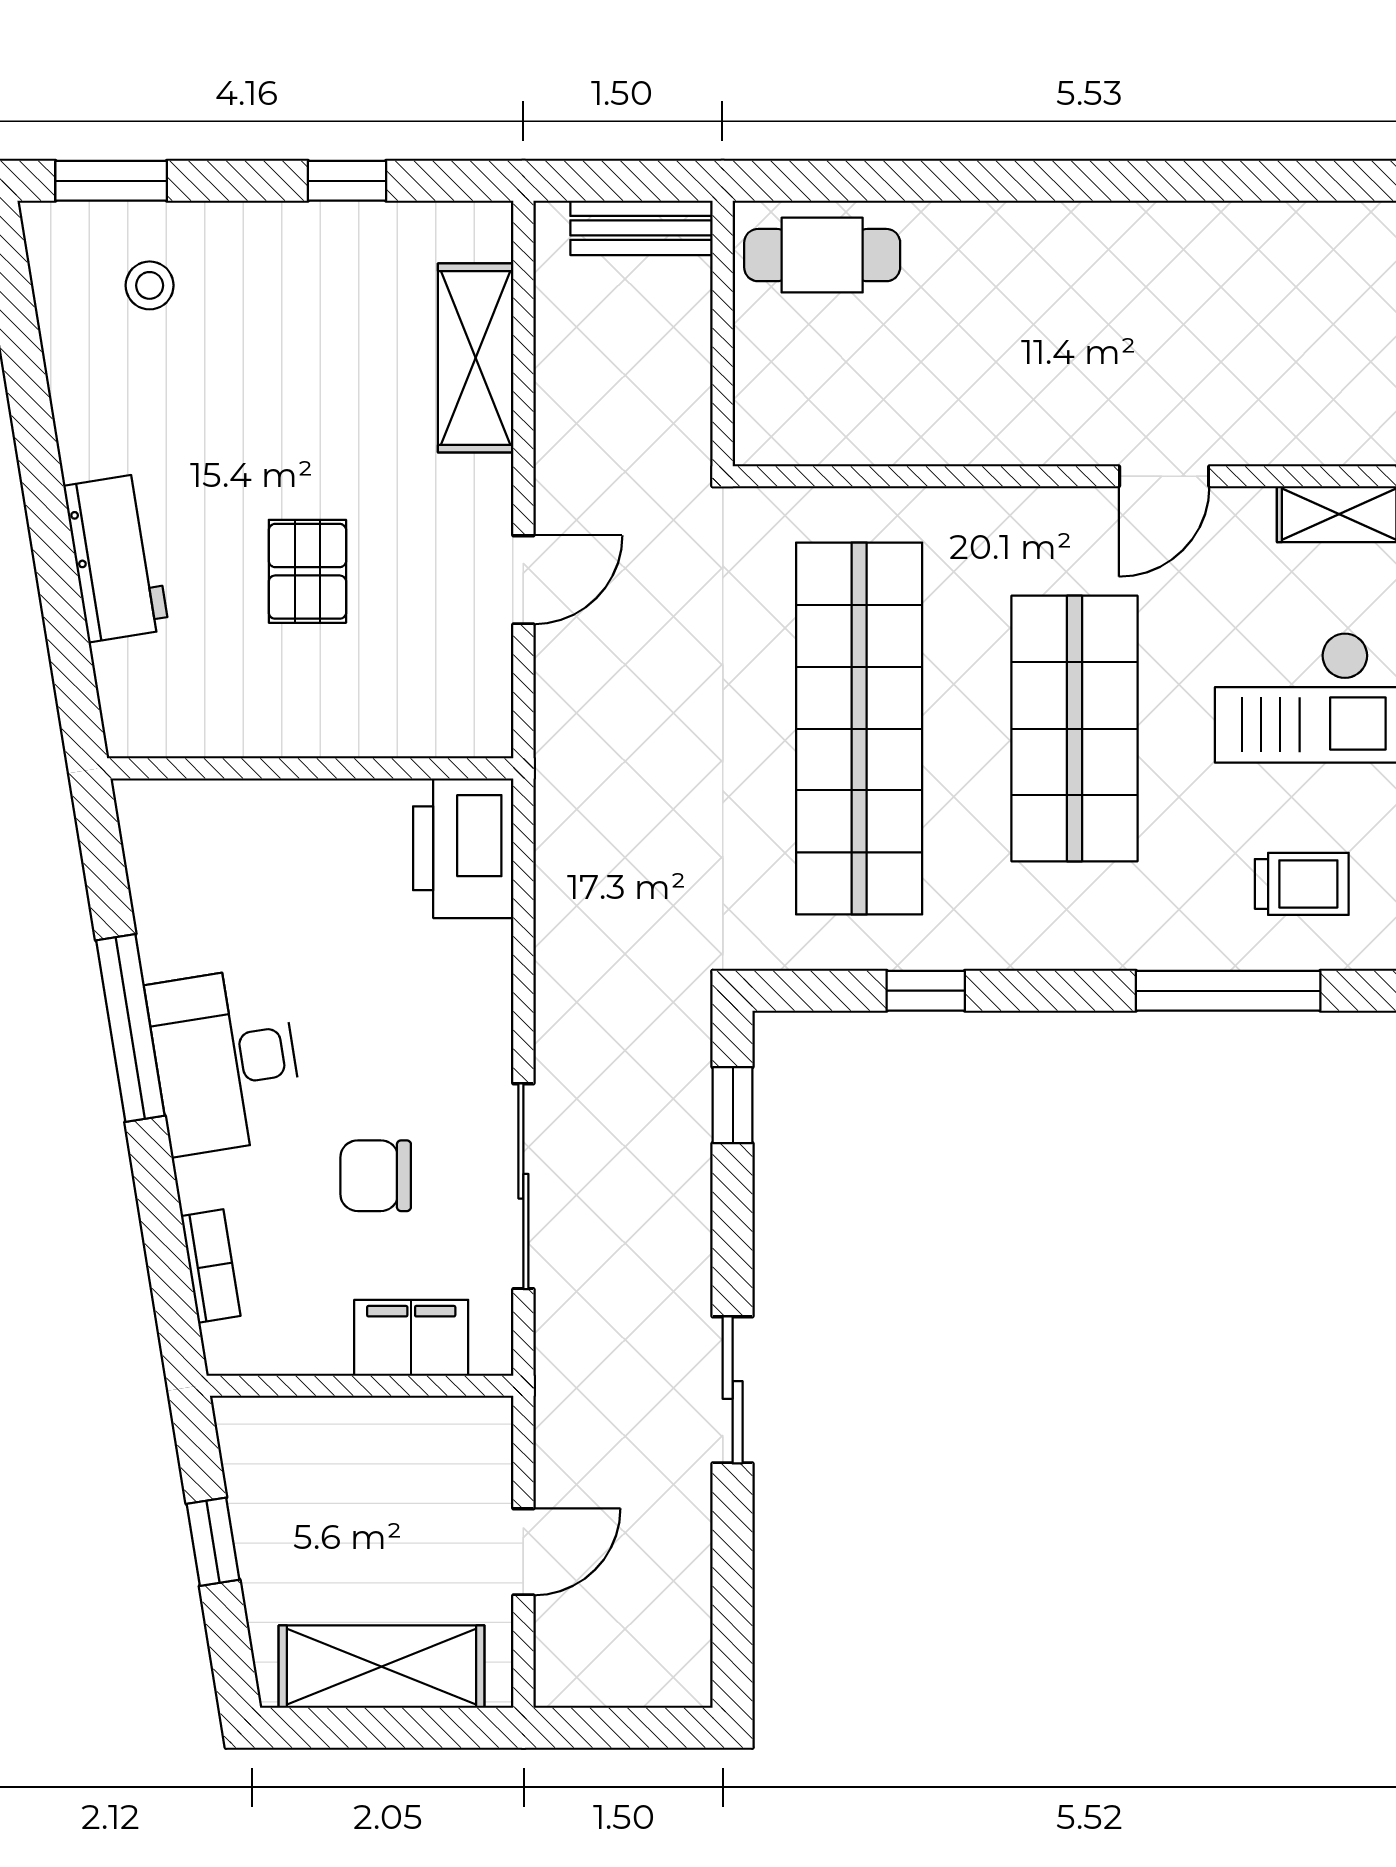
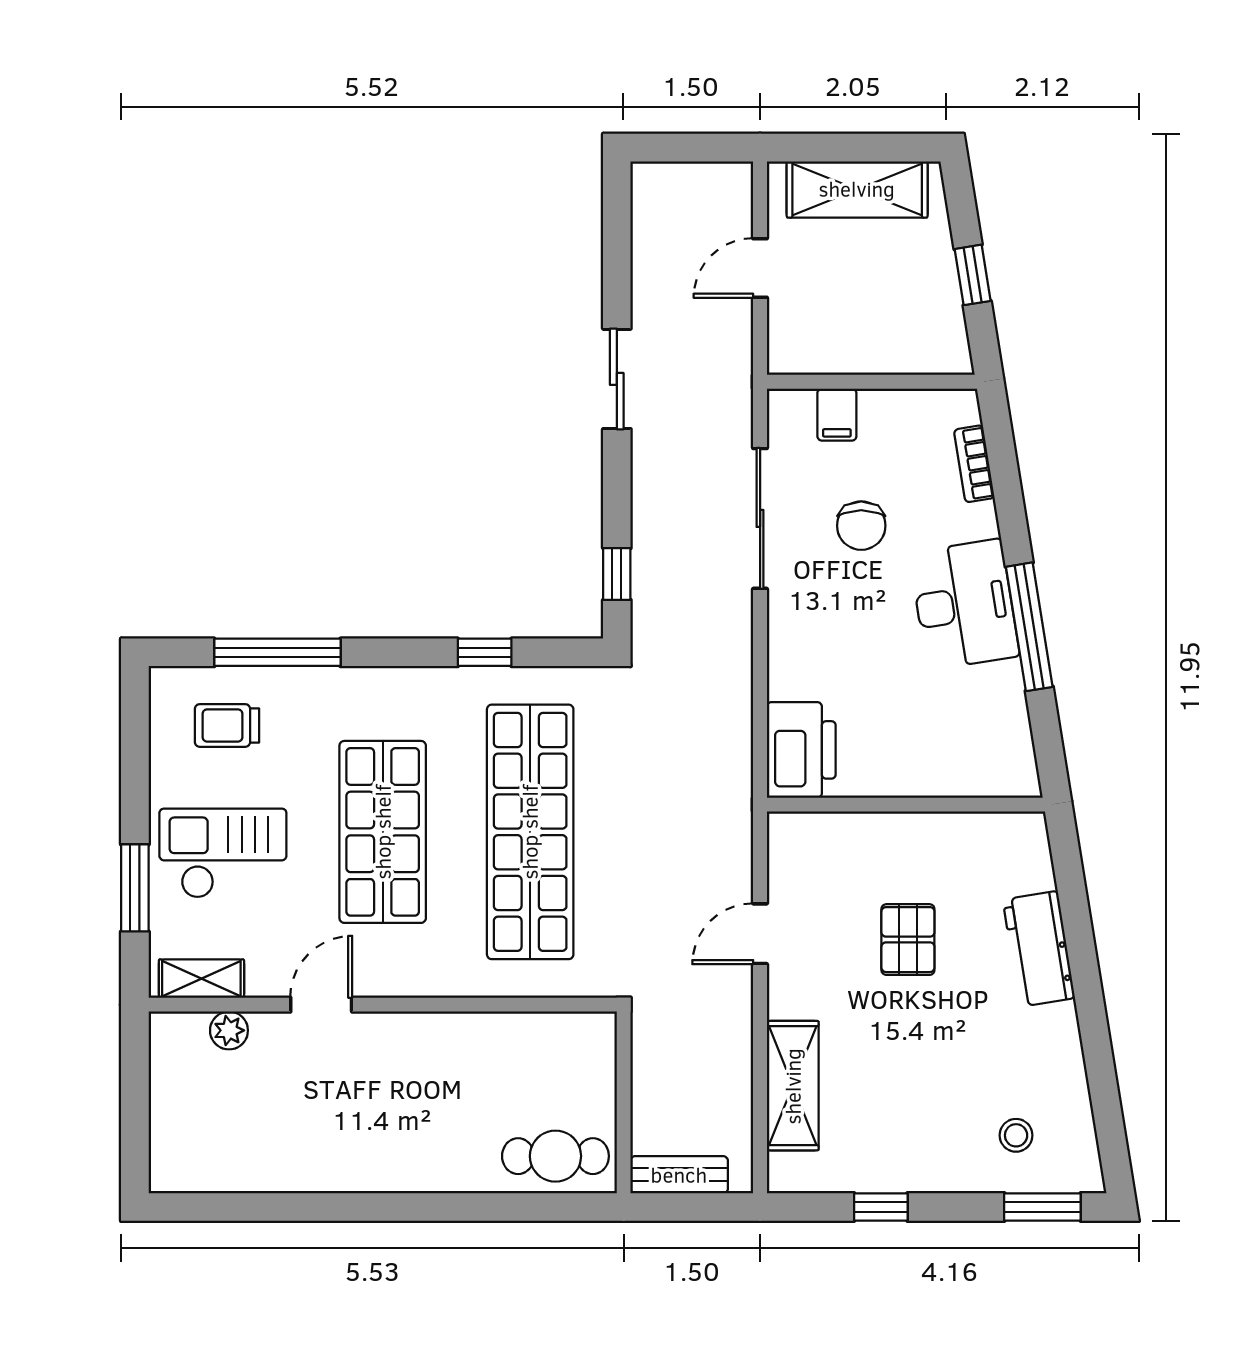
plant: (1299, 439) -> (229, 1030), added
chair: (376, 1176) -> (861, 526), turned 90
filing cabinet: (411, 1338) -> (837, 415), width x0.50

